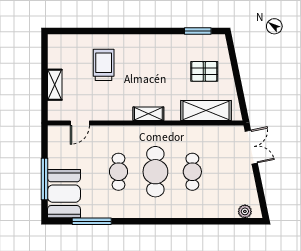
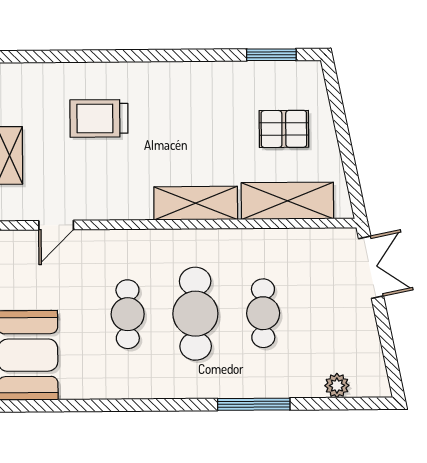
trolley: (104, 65) -> (99, 118), turned -90
shelving: (148, 114) -> (196, 203), width x1.50, depth x1.33
plant: (245, 211) -> (337, 386), moved
window: (92, 221) -> (254, 404), moved

